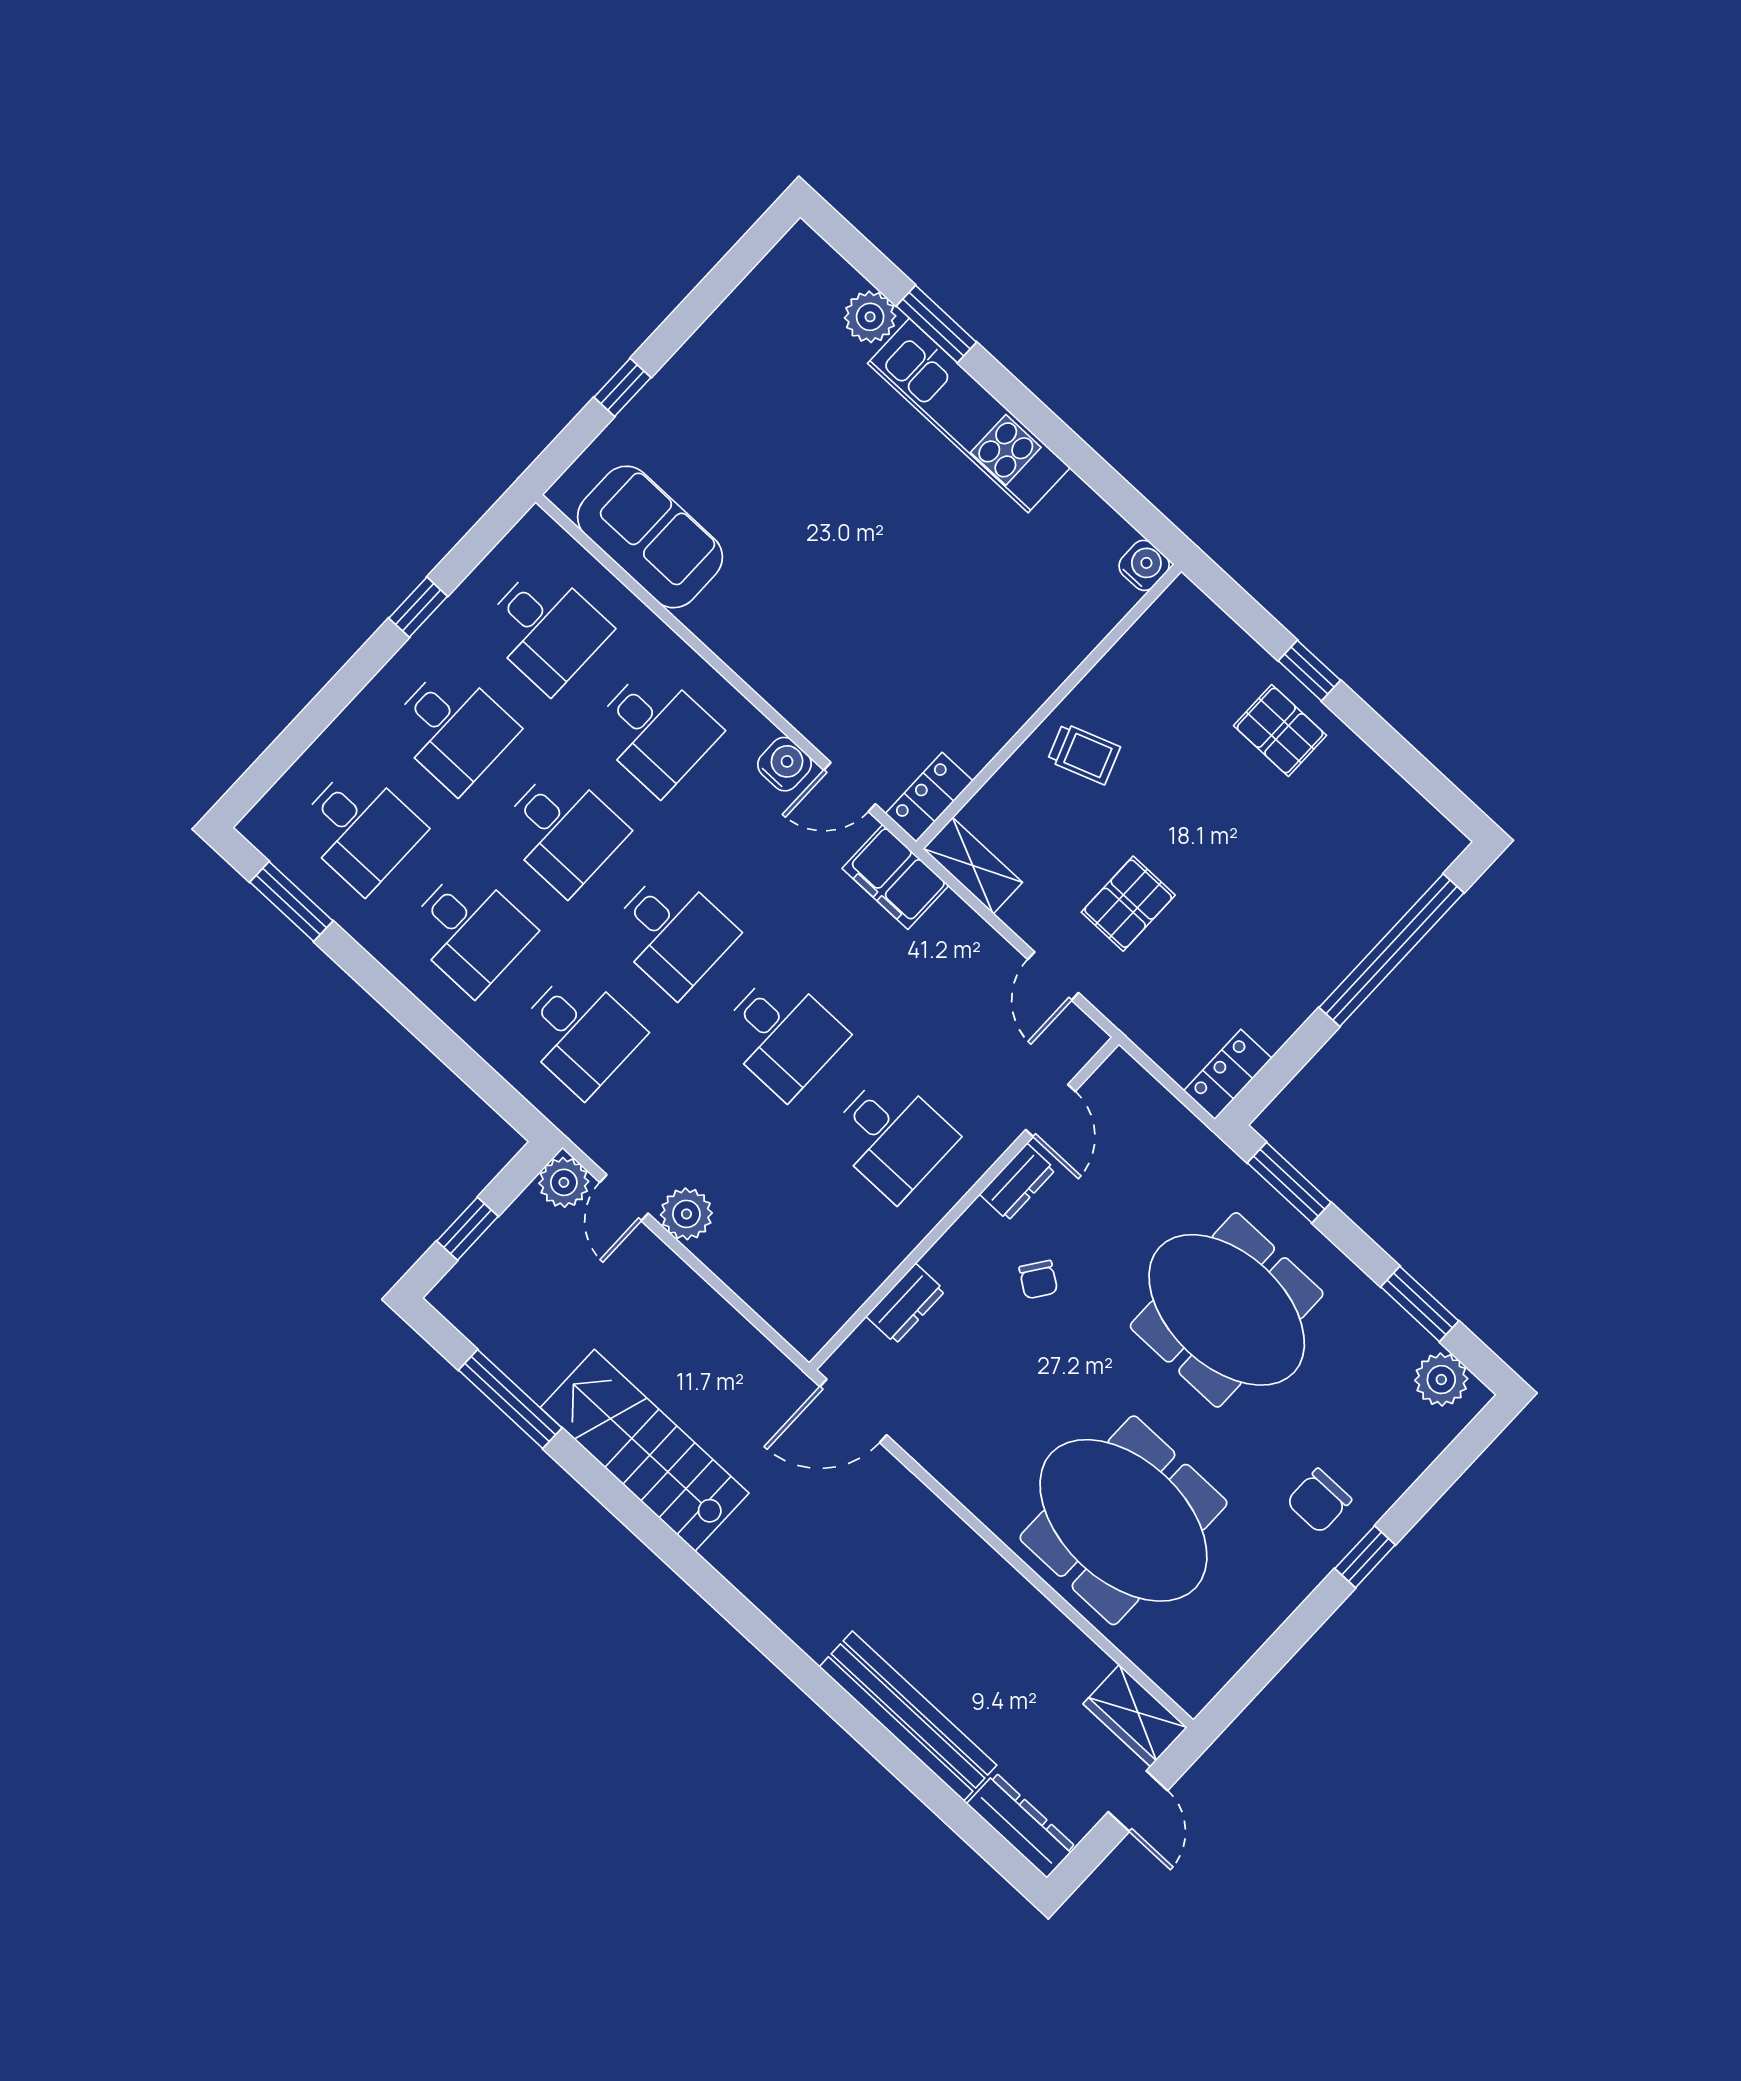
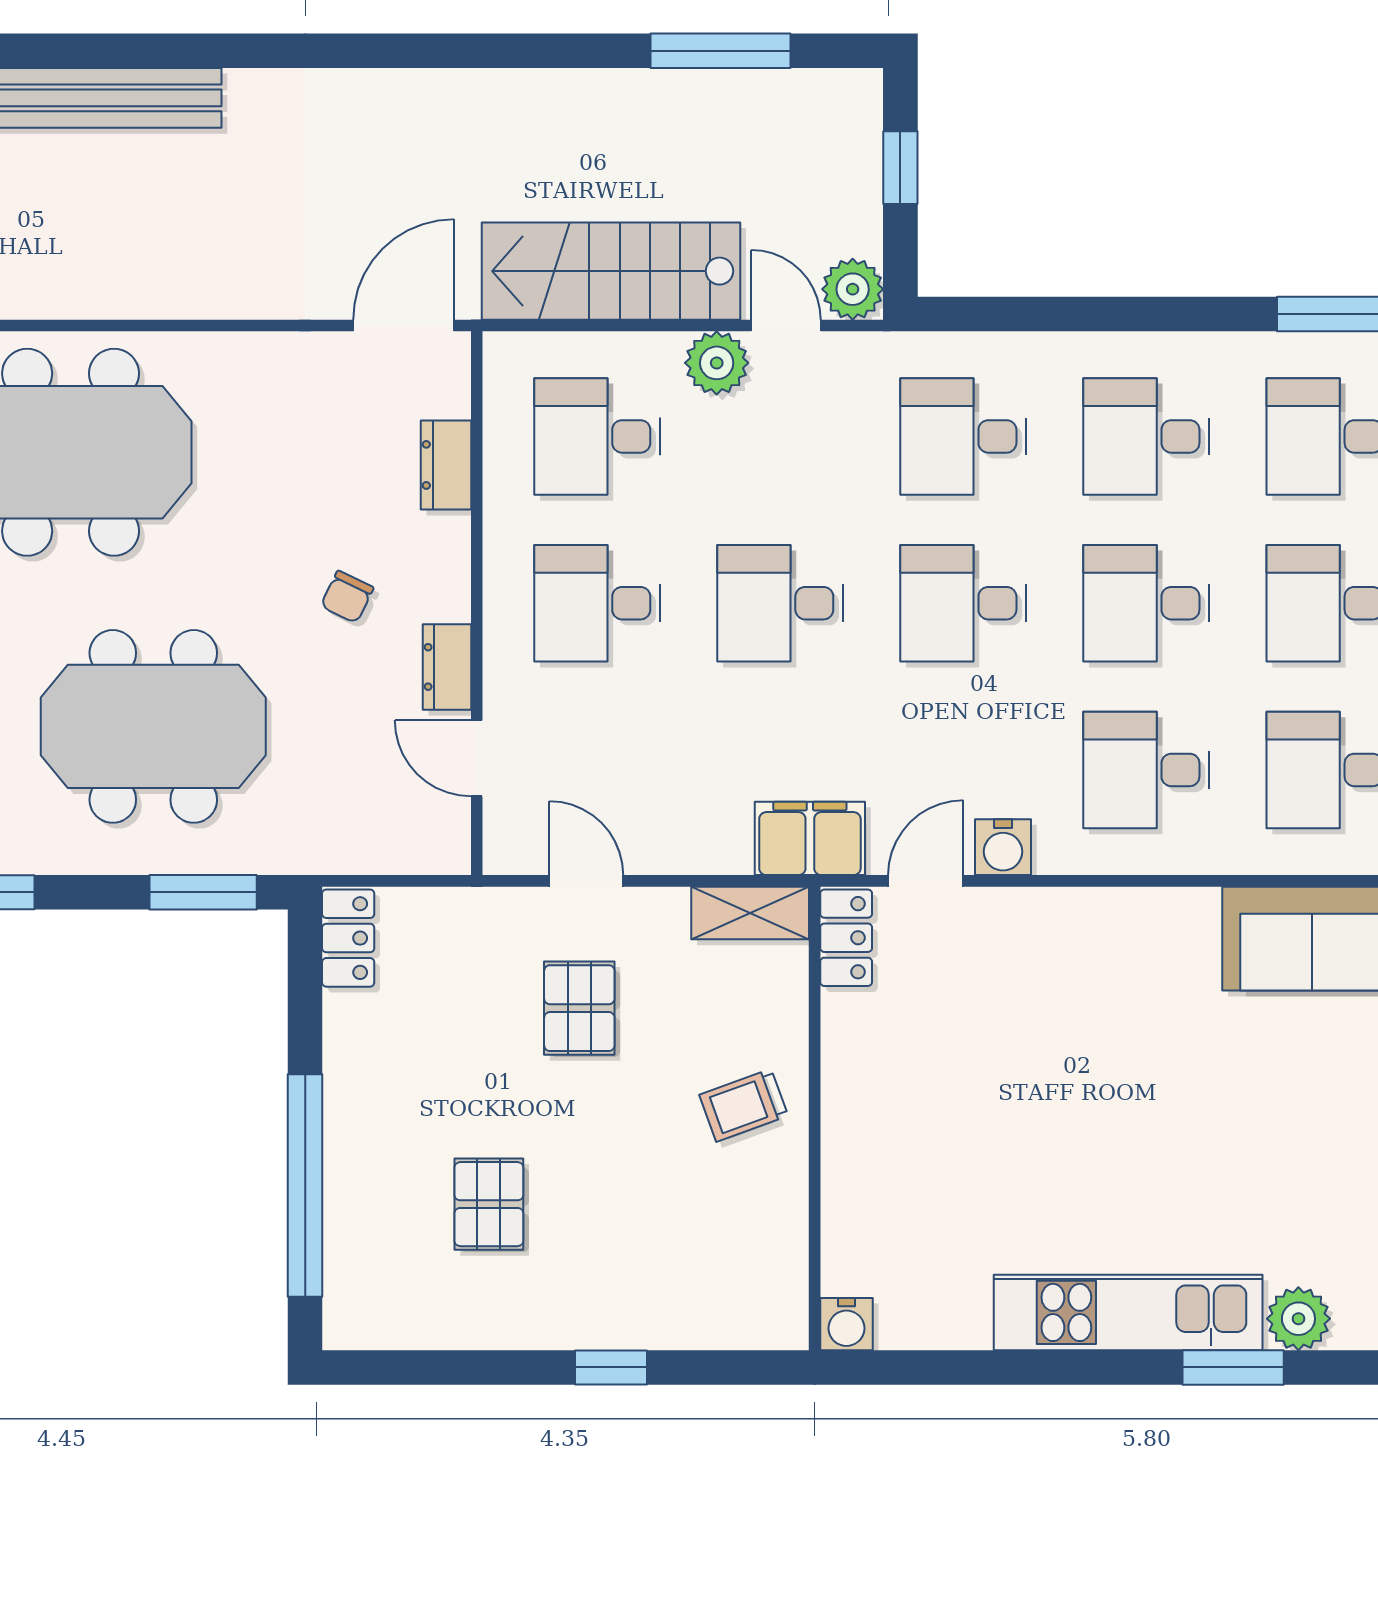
pallet: (1280, 731) -> (489, 1204), moved, turned 90
desk: (799, 1236) -> (597, 436), added
chair: (1038, 1280) -> (347, 597), turned -99
stairs: (645, 1450) -> (611, 271), moved, turned 180

